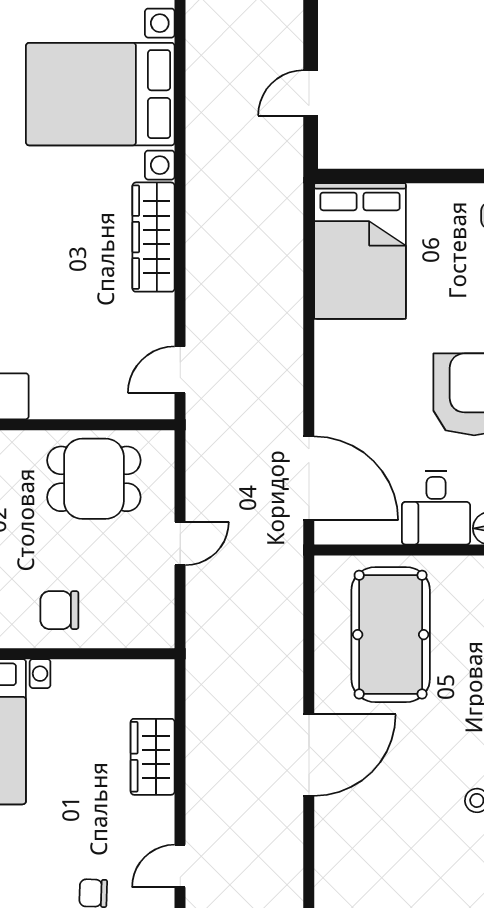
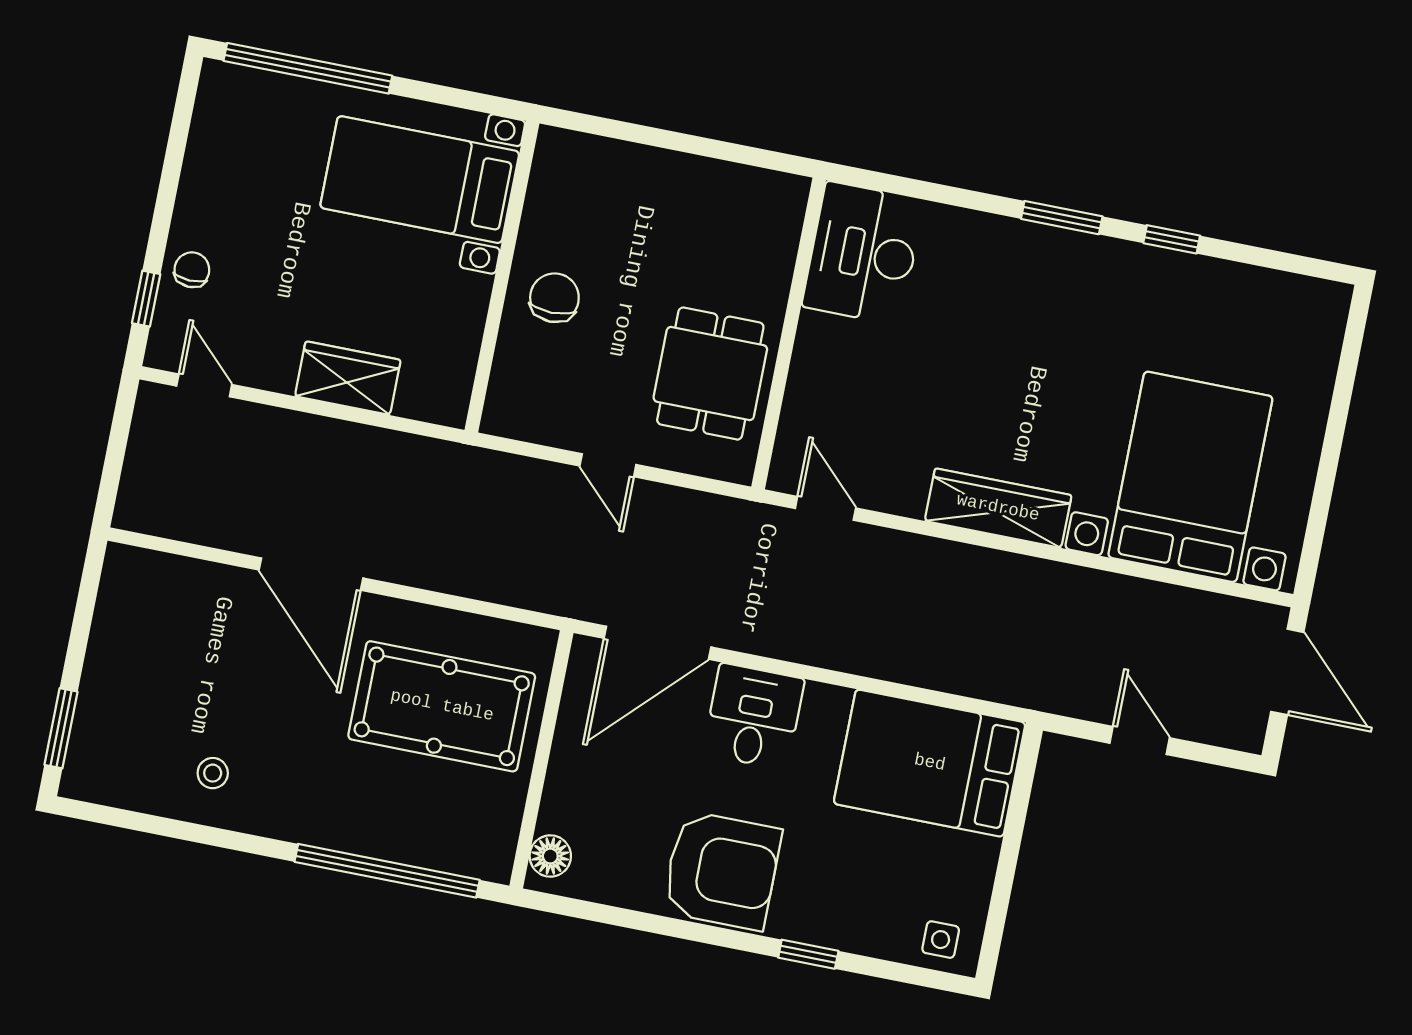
desk: (436, 508) -> (754, 716), moved, turned 90

